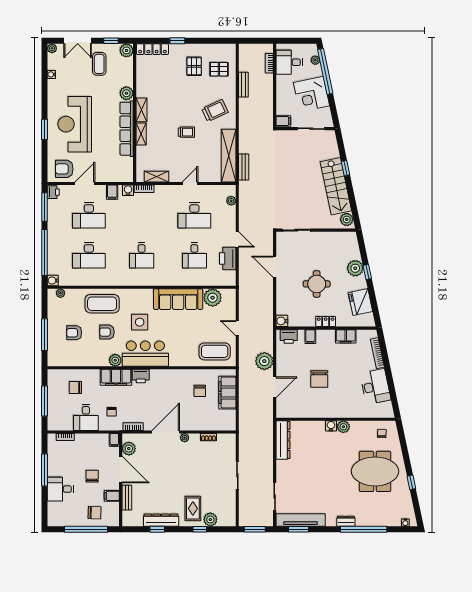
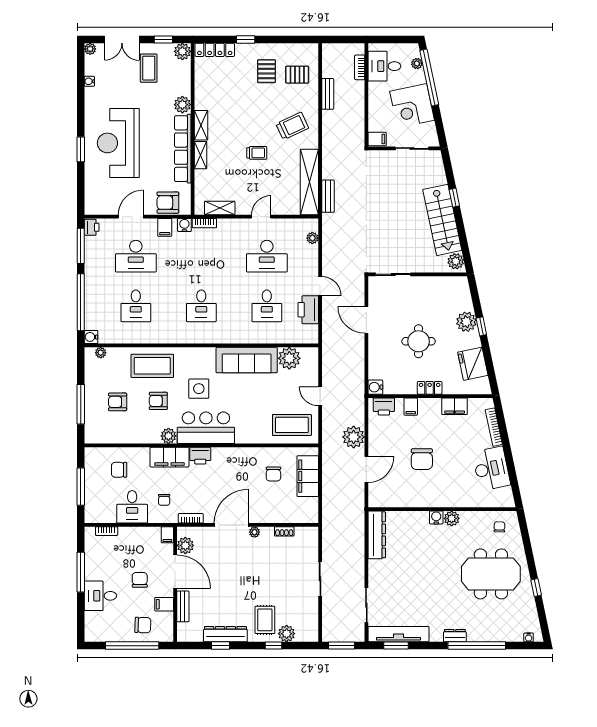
armchair: (64, 169) -> (168, 203), moved
desk: (89, 255) -> (136, 306), width x0.73

